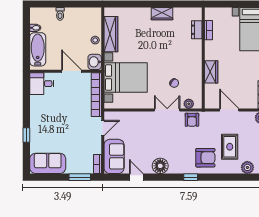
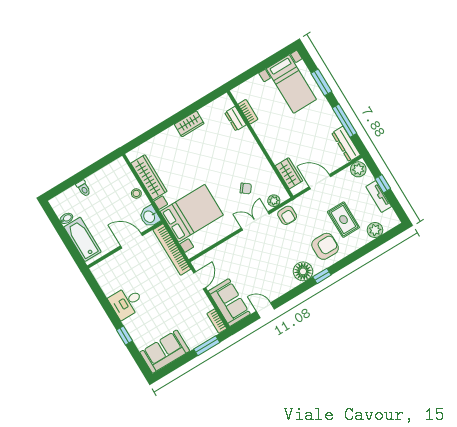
wardrobe: (211, 72) -> (289, 173), moved
desk: (42, 84) -> (126, 302), moved
floor lamp: (160, 166) -> (303, 271), moved

